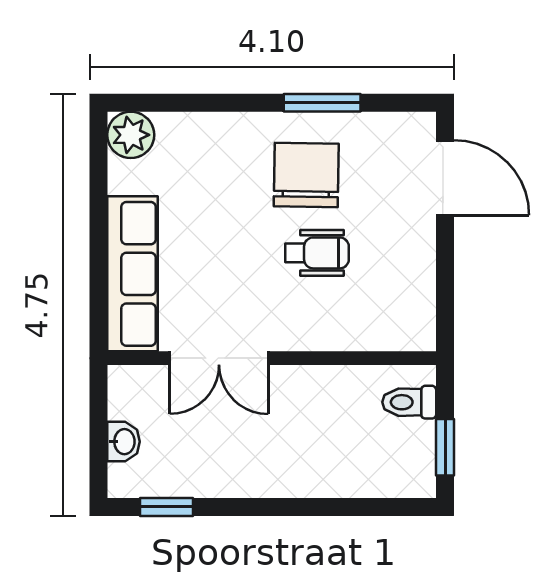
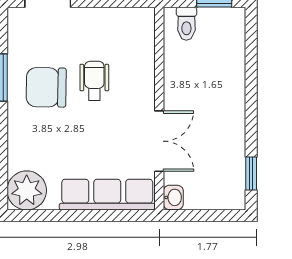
plant: (131, 135) -> (27, 190), width x1.36, depth x1.36
washbasin: (123, 442) -> (173, 197), moved, turned 90

